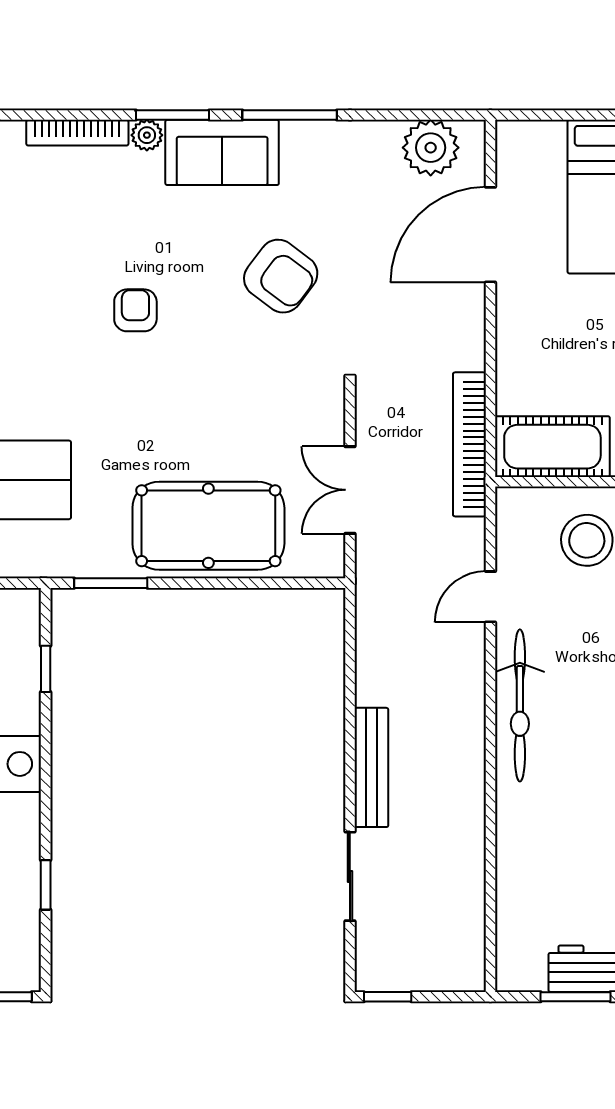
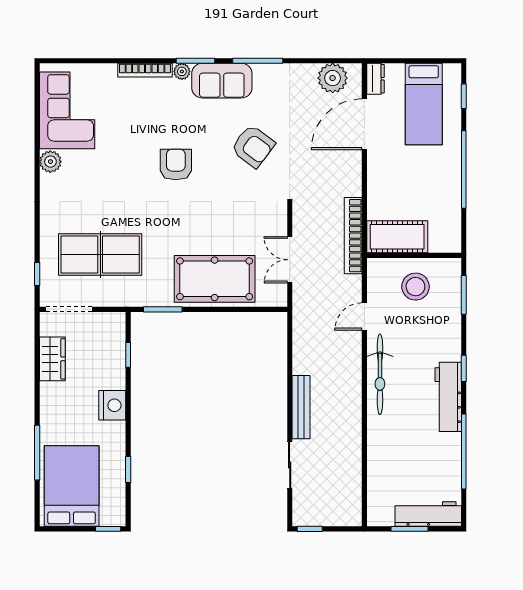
dresser: (512, 149) -> (376, 79), added
armchair: (135, 310) -> (176, 164), width x1.38, depth x1.38

